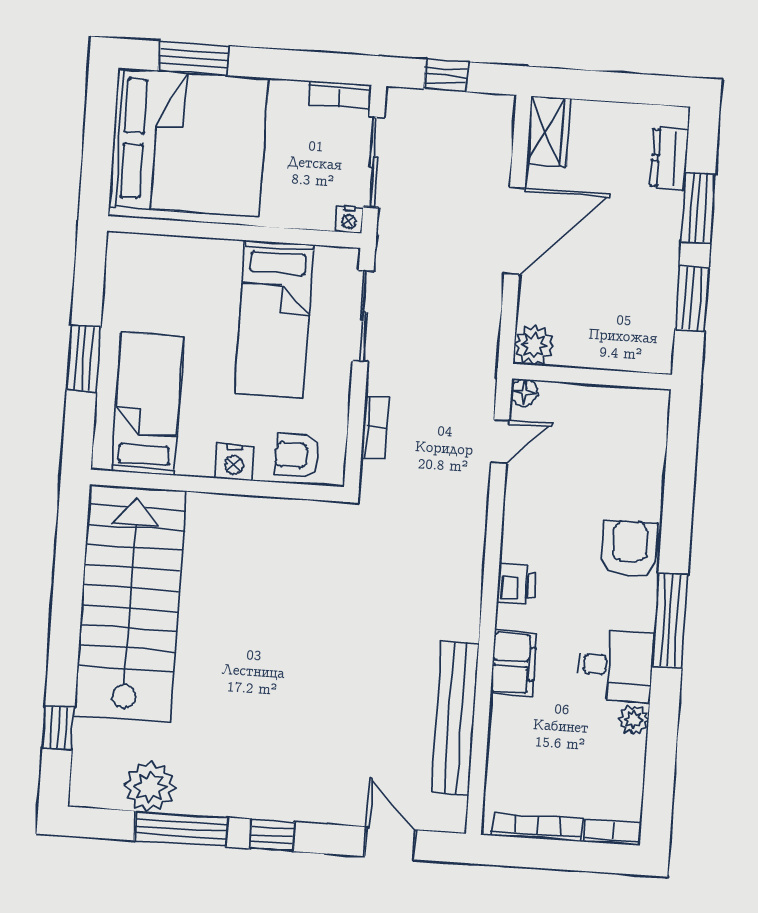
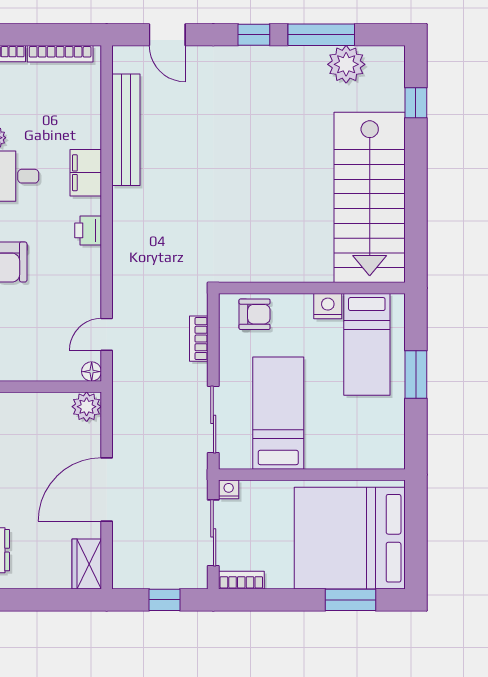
nightstand: (234, 462) -> (328, 306), moved

